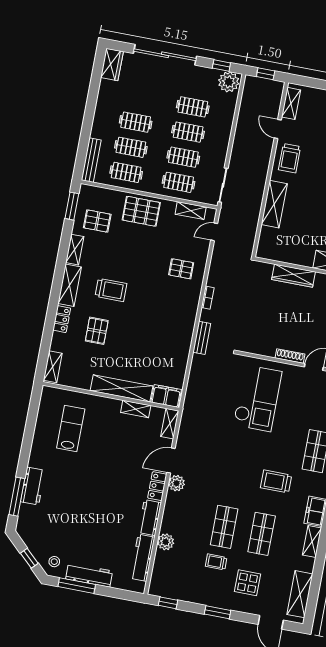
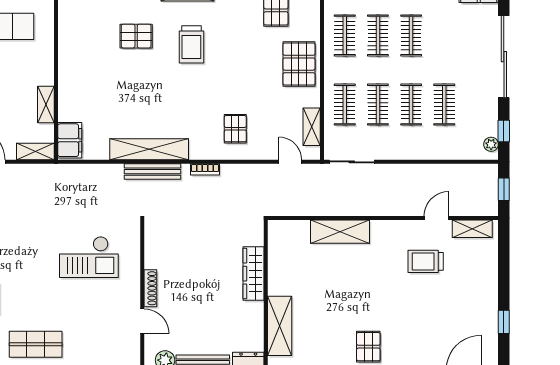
plant: (229, 82) -> (491, 144), width x0.53, depth x0.53
trolley: (290, 158) -> (426, 261), moved
bench: (202, 338) -> (152, 172), width x1.36
shelving: (122, 388) -> (149, 149), moved, turned 90
checkout: (258, 398) -> (89, 257), width x0.73, depth x0.83

